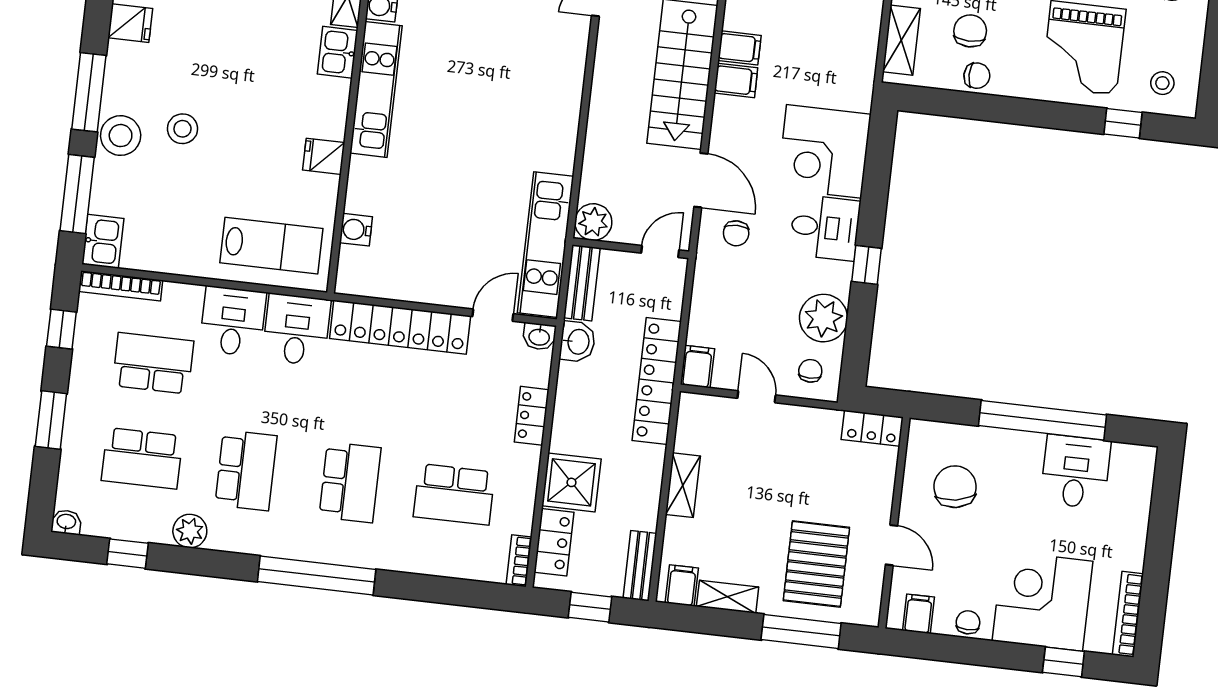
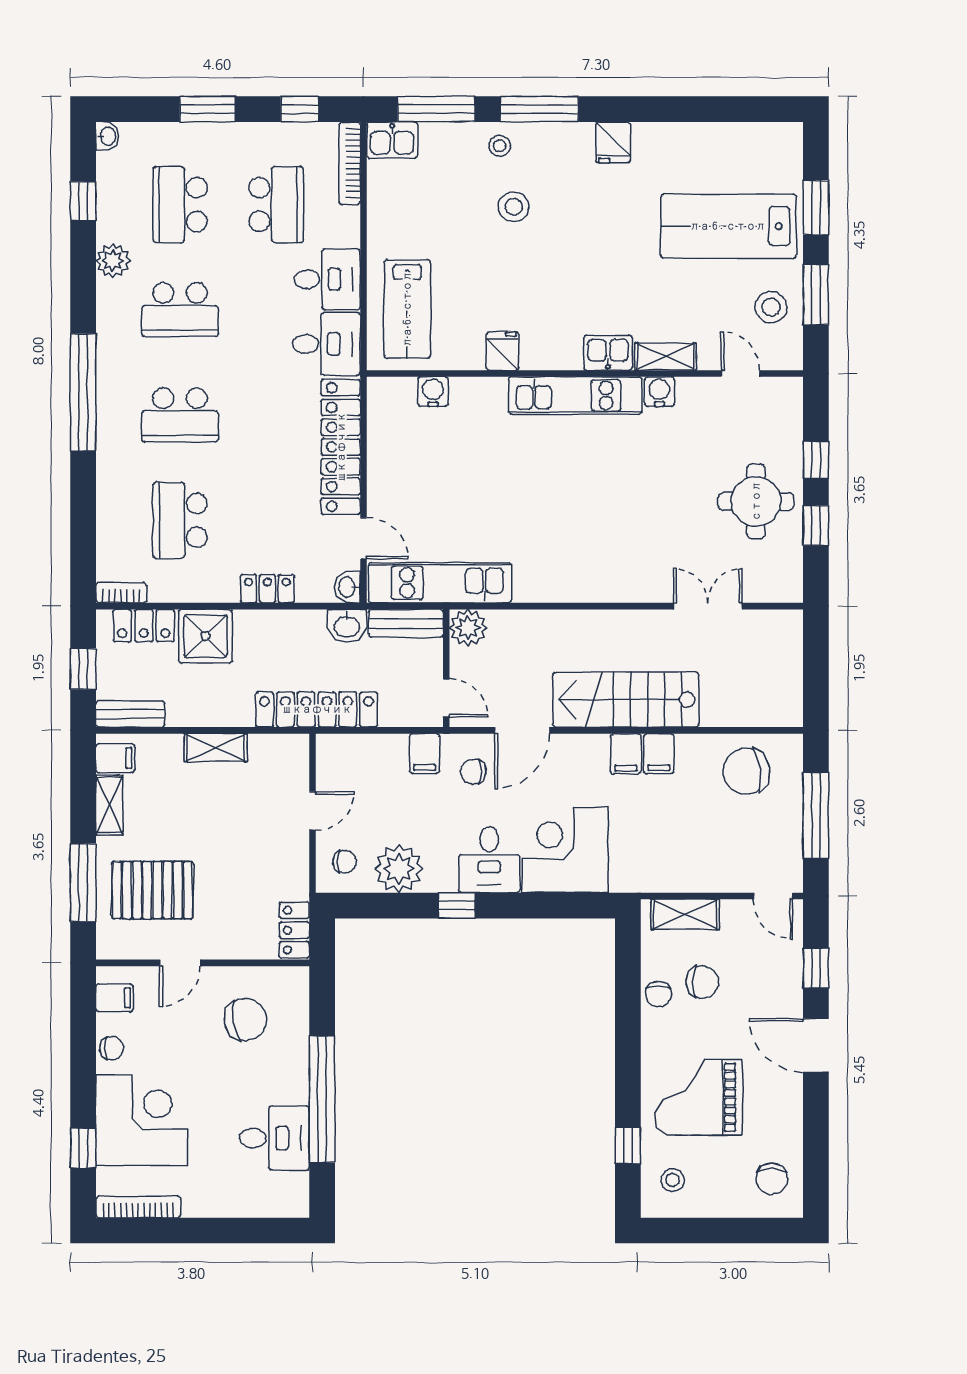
stool: (121, 136) -> (500, 146), width x0.53, depth x0.53
filing cabinet: (697, 367) -> (425, 753), moved, turned 90

